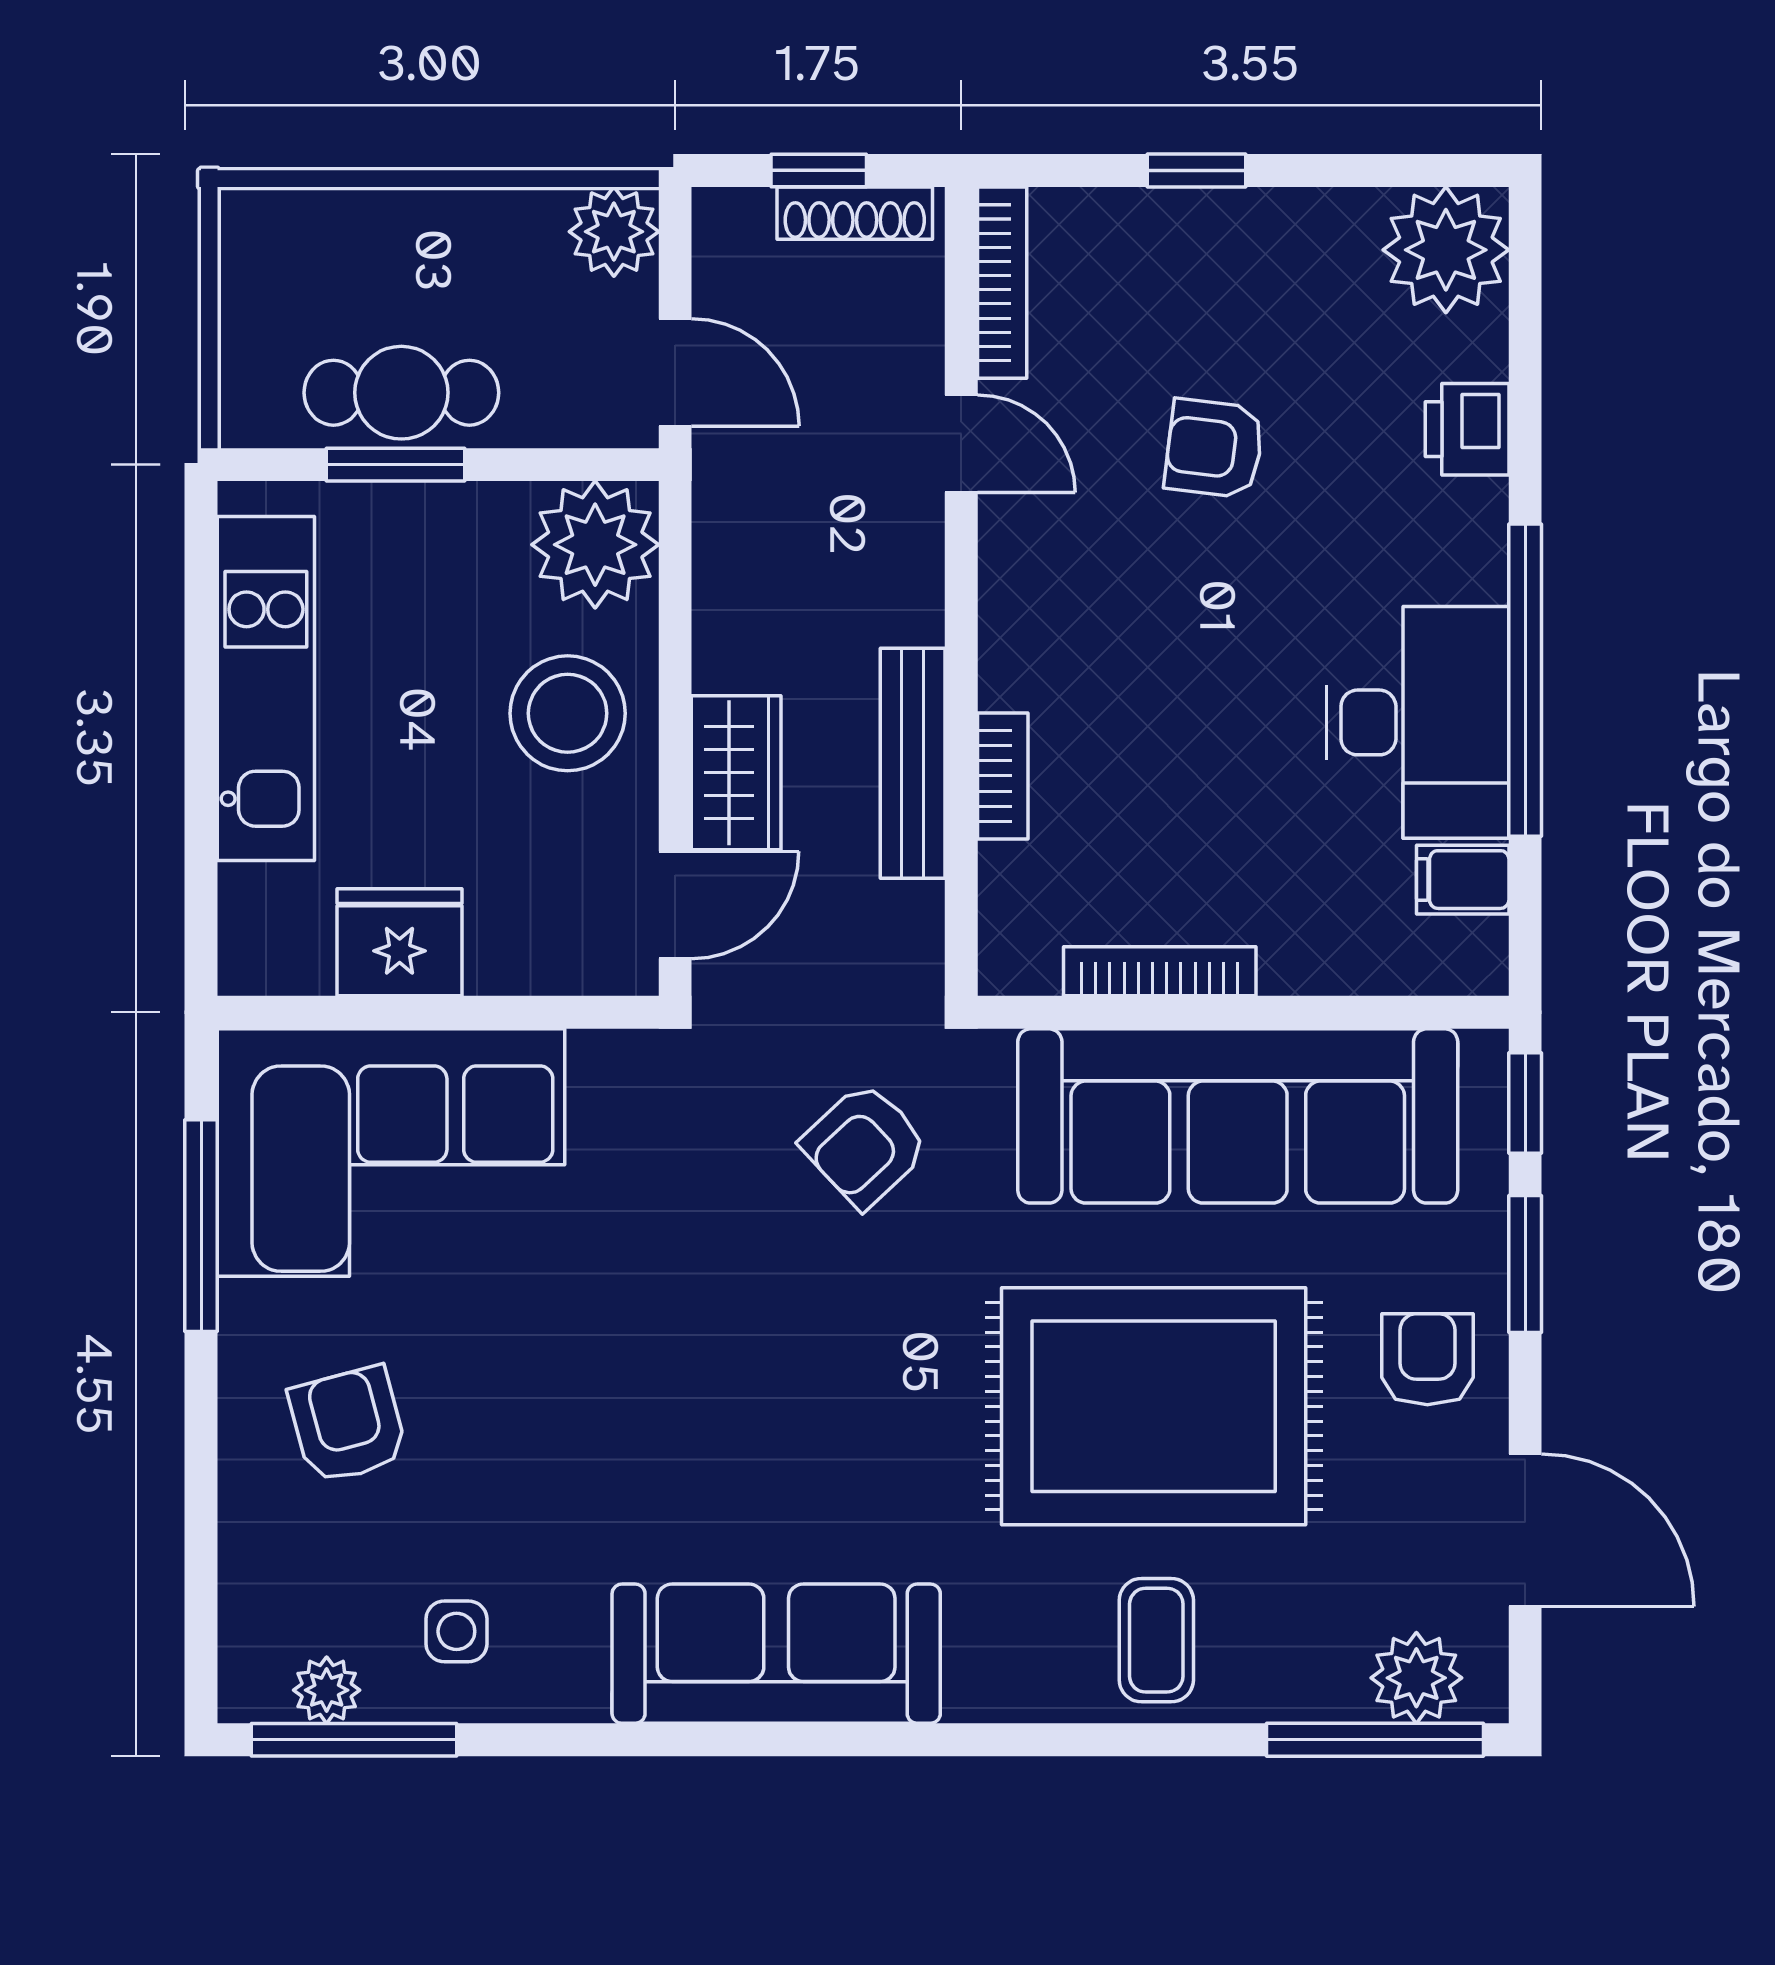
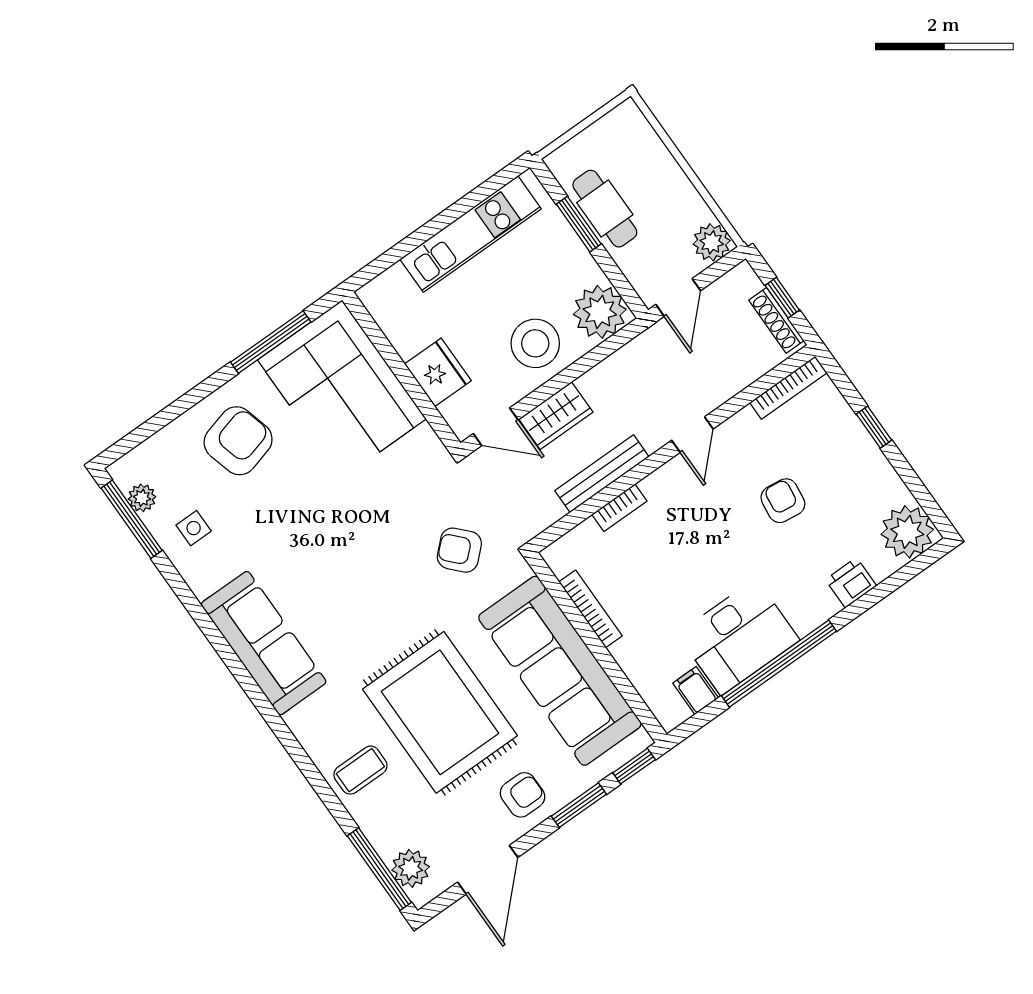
door: (961, 444) -> (692, 435), moved
fridge: (400, 942) -> (438, 372), moved
armchair: (348, 1425) -> (238, 441), width x1.38, depth x1.38

